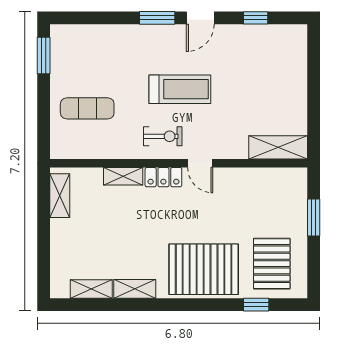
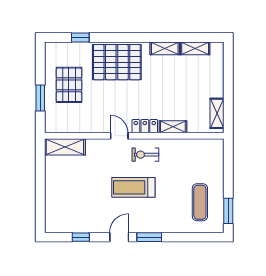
exercise mat: (87, 108) -> (200, 202), moved, turned 90
pallet: (272, 264) -> (69, 85), moved

